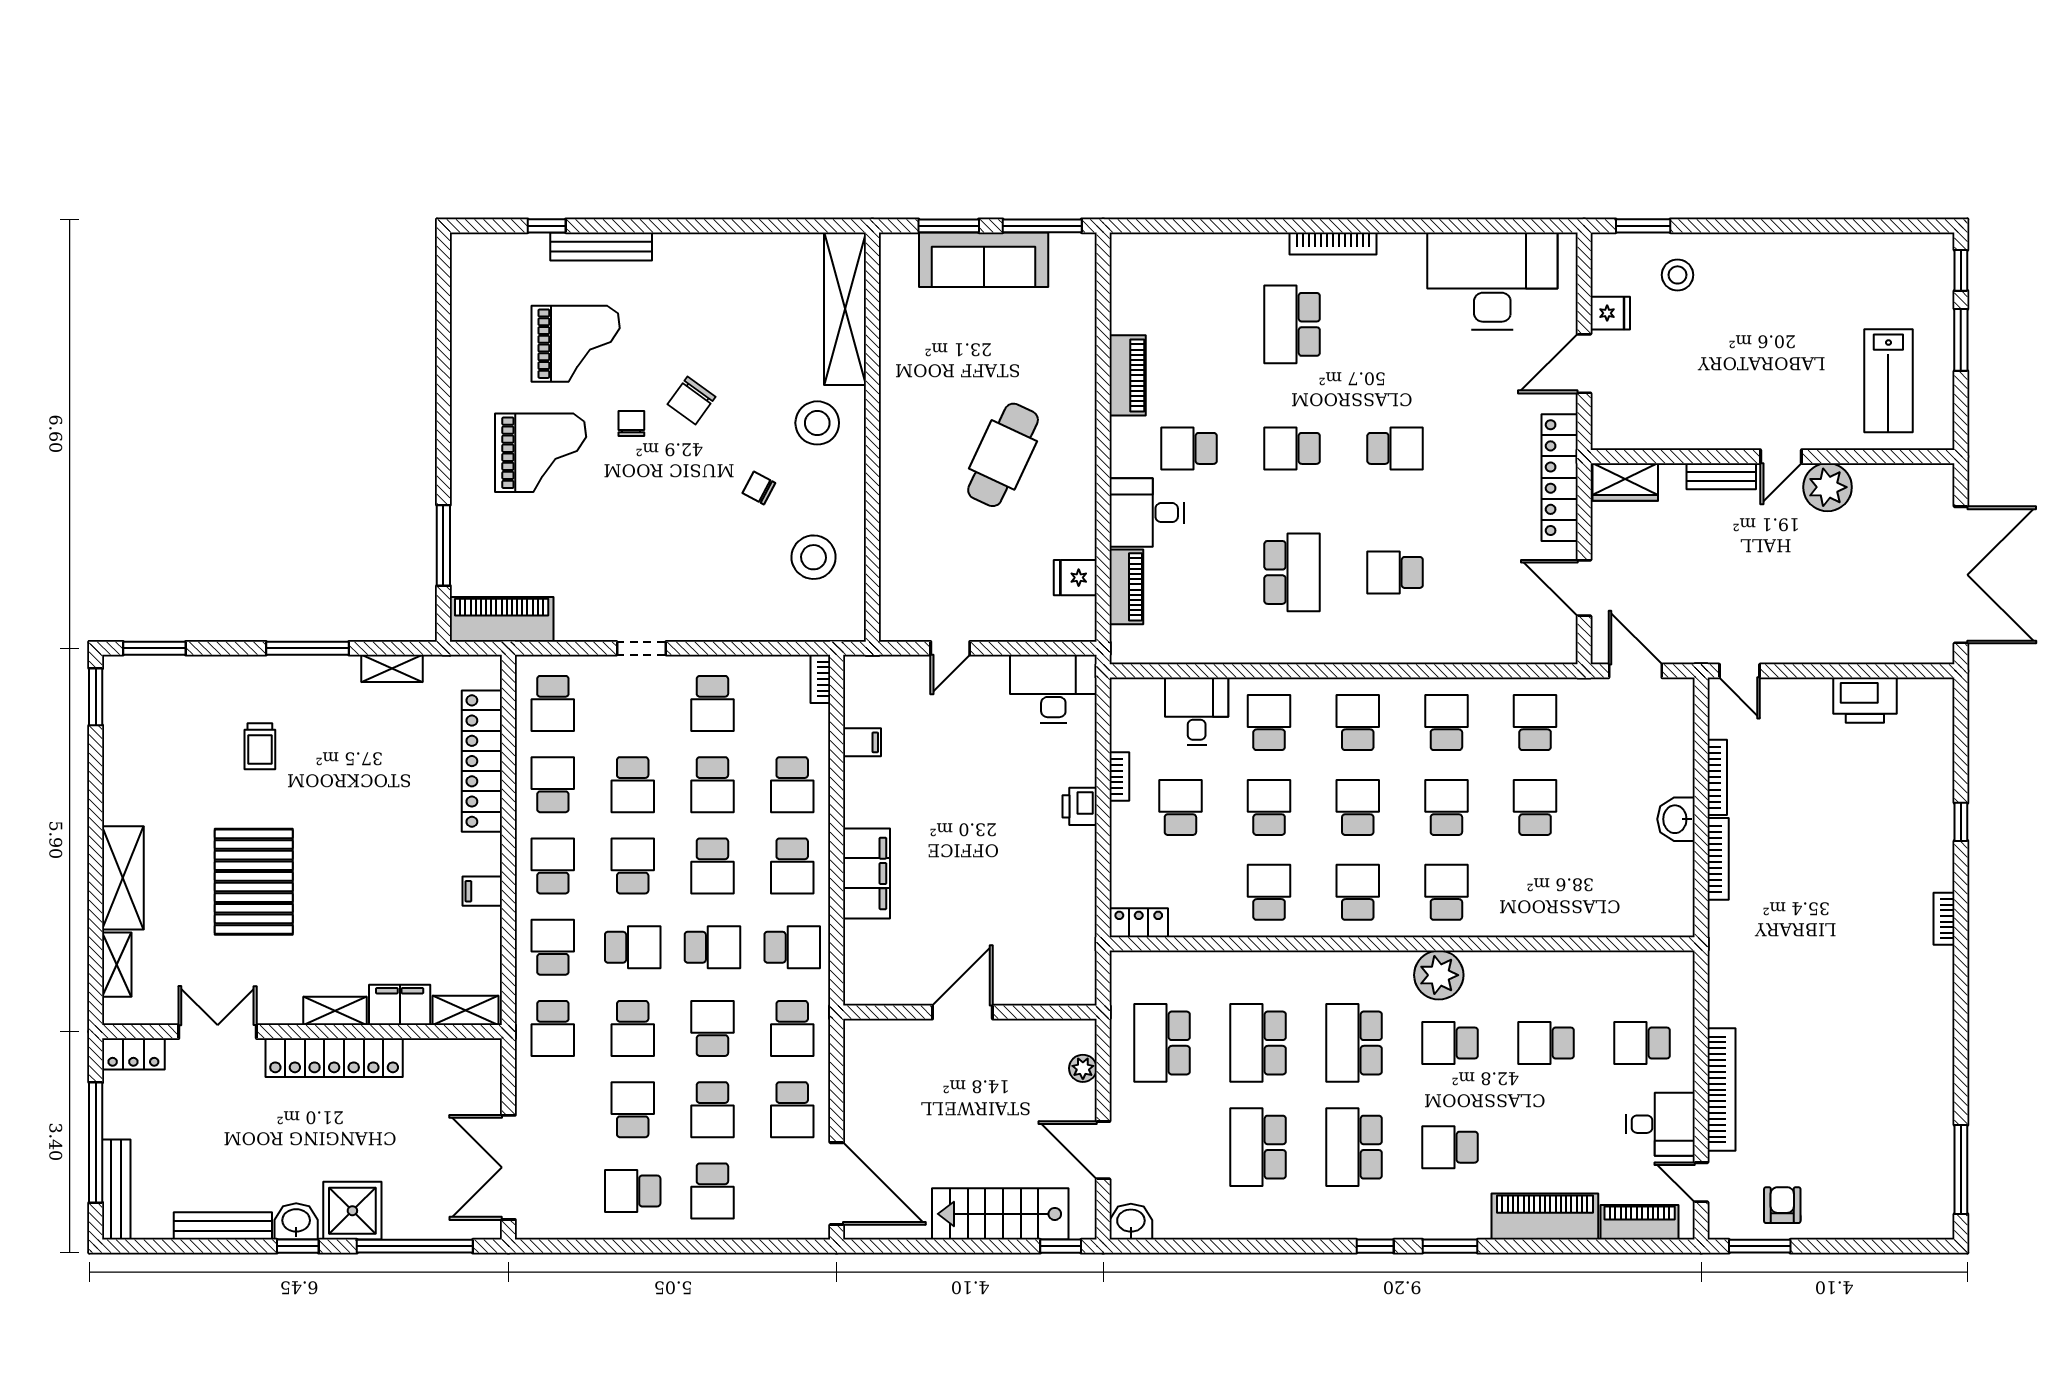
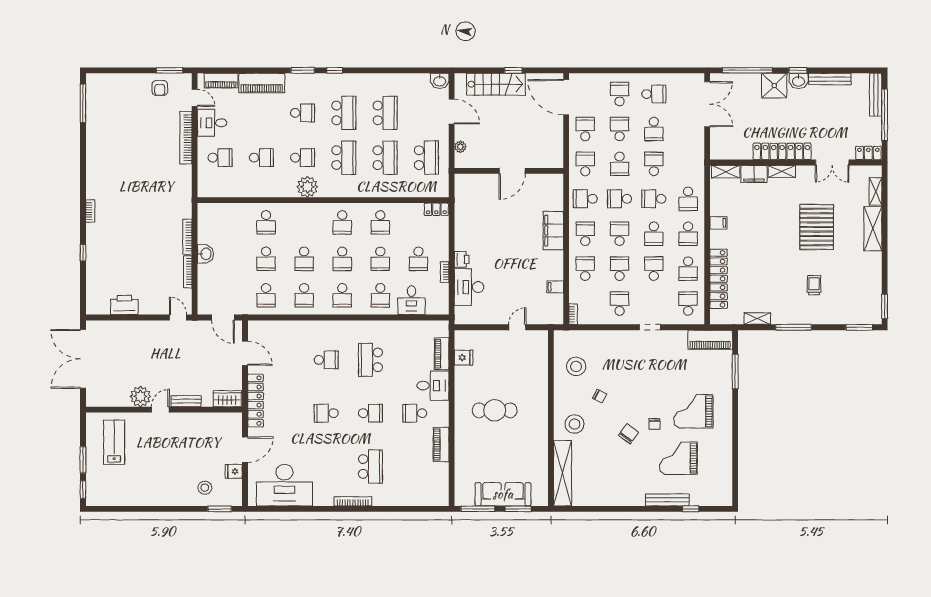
school desk: (1189, 448) -> (415, 413), turned 180
cafe table: (1003, 455) -> (495, 410), turned 65
desk: (1053, 689) -> (469, 287), moved, turned 90
school desk: (1446, 892) -> (266, 222), moved
school desk: (553, 1028) -> (688, 164), removed
window: (1061, 1246) -> (513, 70), moved

